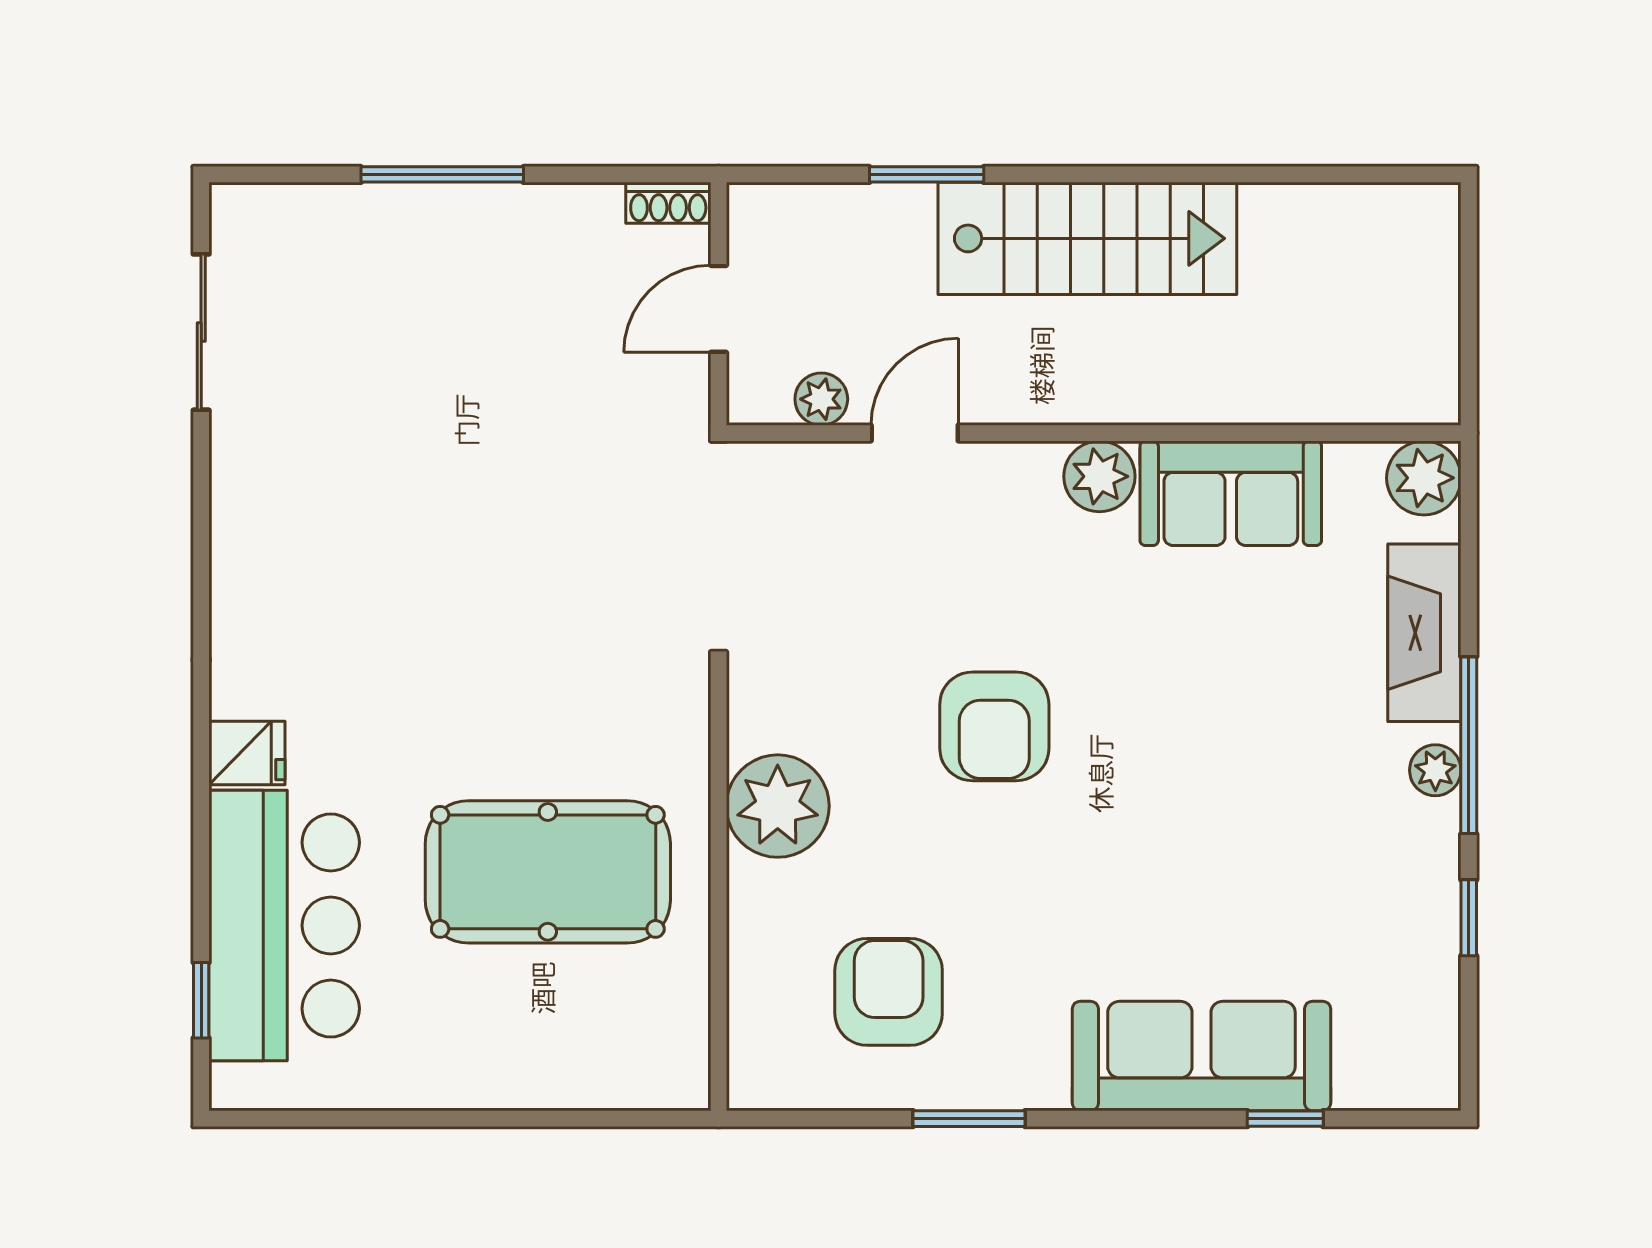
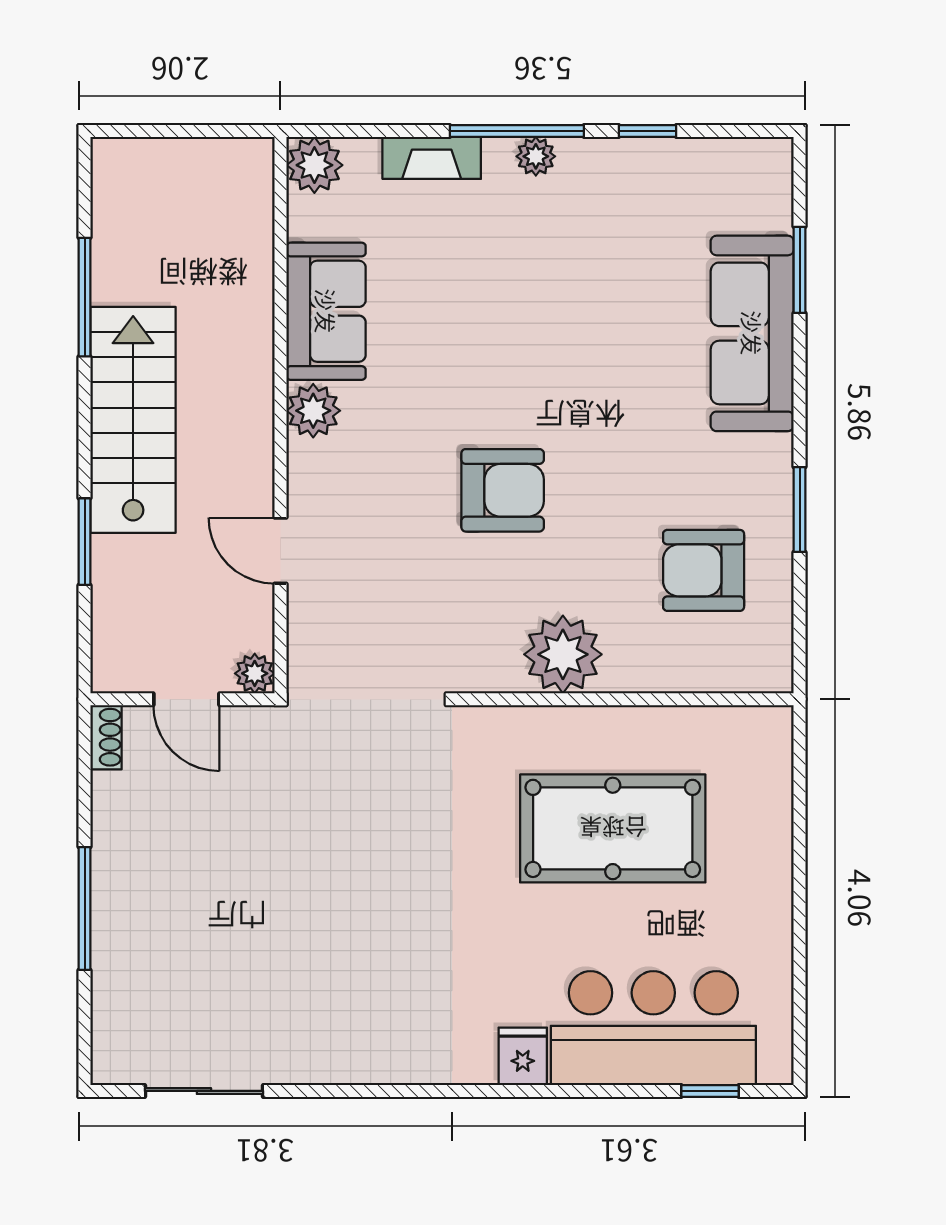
window: (1249, 174) -> (85, 297), added
plant: (821, 399) -> (255, 673), moved
fireplace: (1424, 633) -> (432, 158), width x0.73, depth x0.76
pool table: (548, 872) -> (613, 828), turned 90
window: (1285, 1119) -> (800, 270), width x1.50

